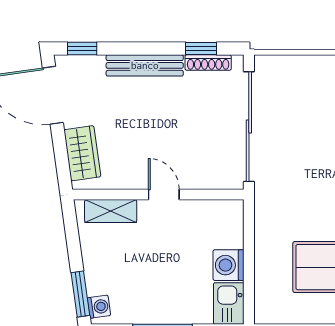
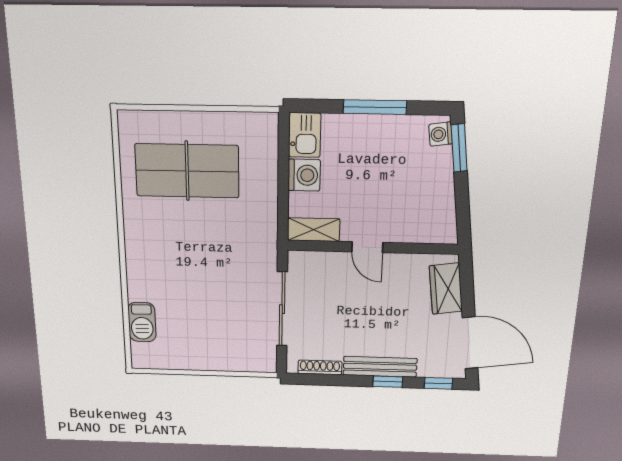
window: (201, 49) -> (388, 382), moved
sliding door: (249, 127) -> (282, 309), width x0.73
shelving: (111, 211) -> (314, 230), moved

